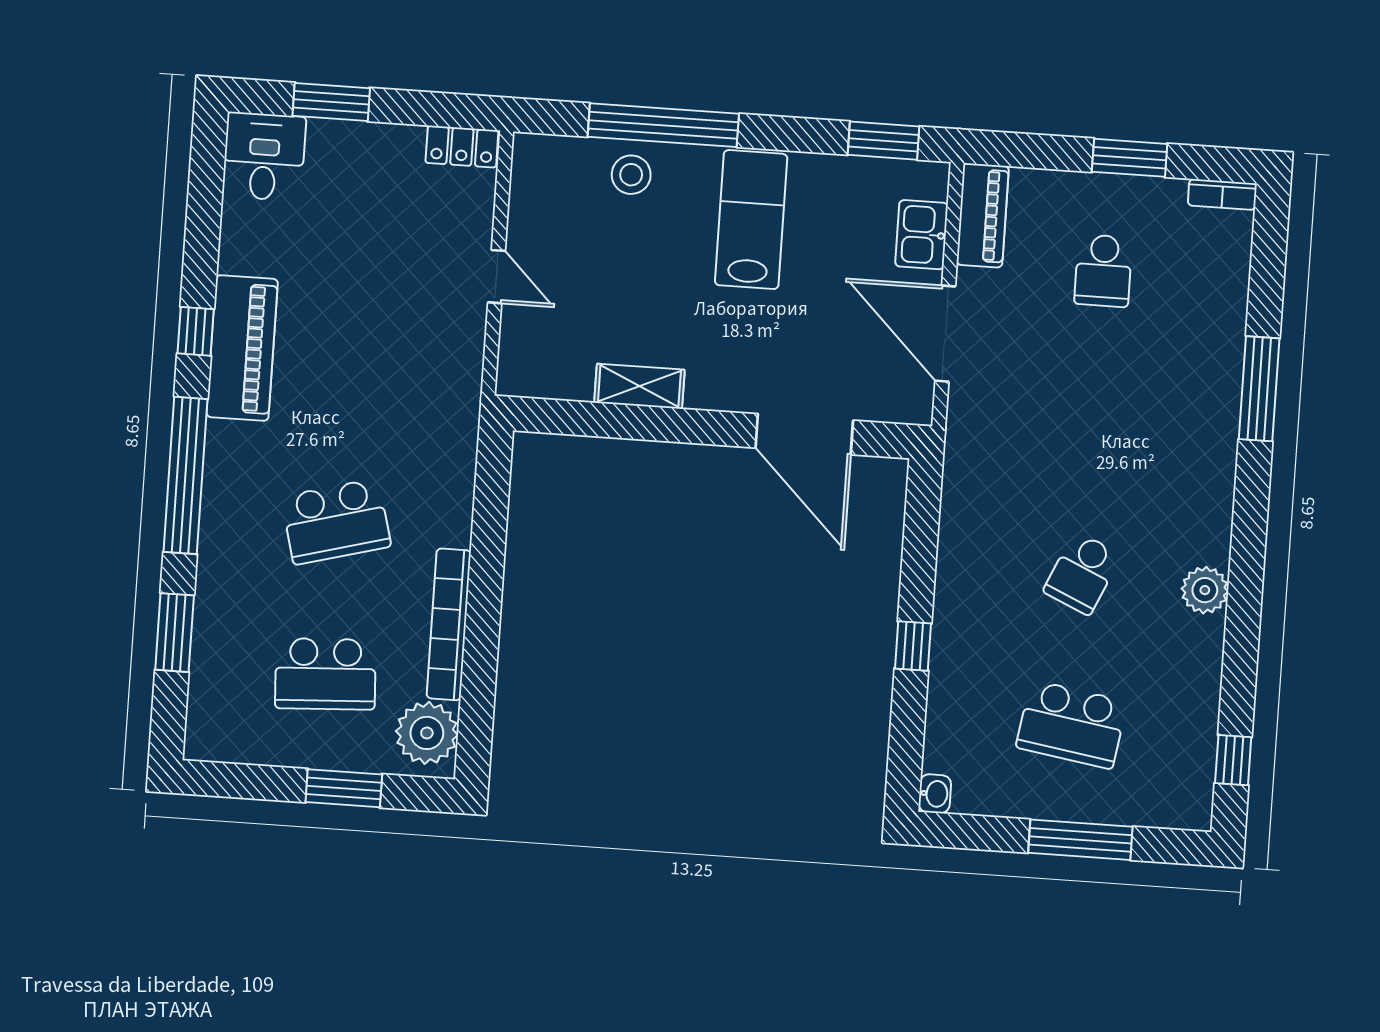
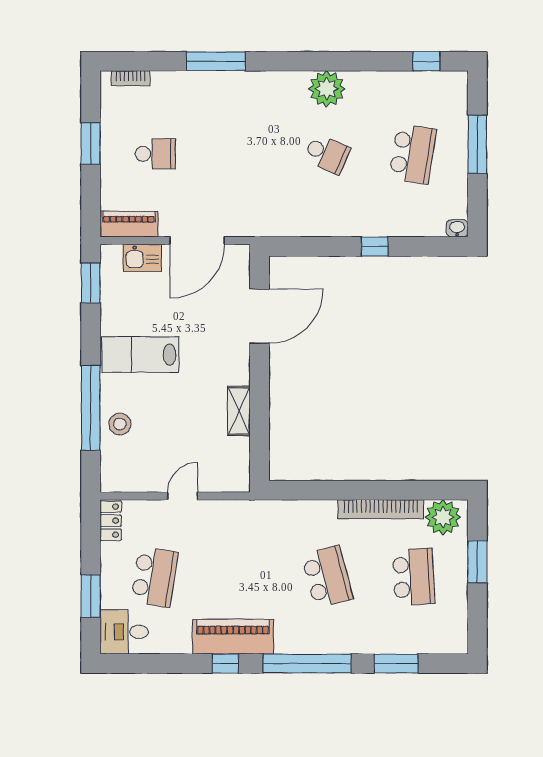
bookcase: (1222, 194) -> (131, 78), moved, turned 90
school desk: (357, 217) -> (154, 577), added
plant: (1205, 590) -> (327, 89), width x1.36, depth x1.36

